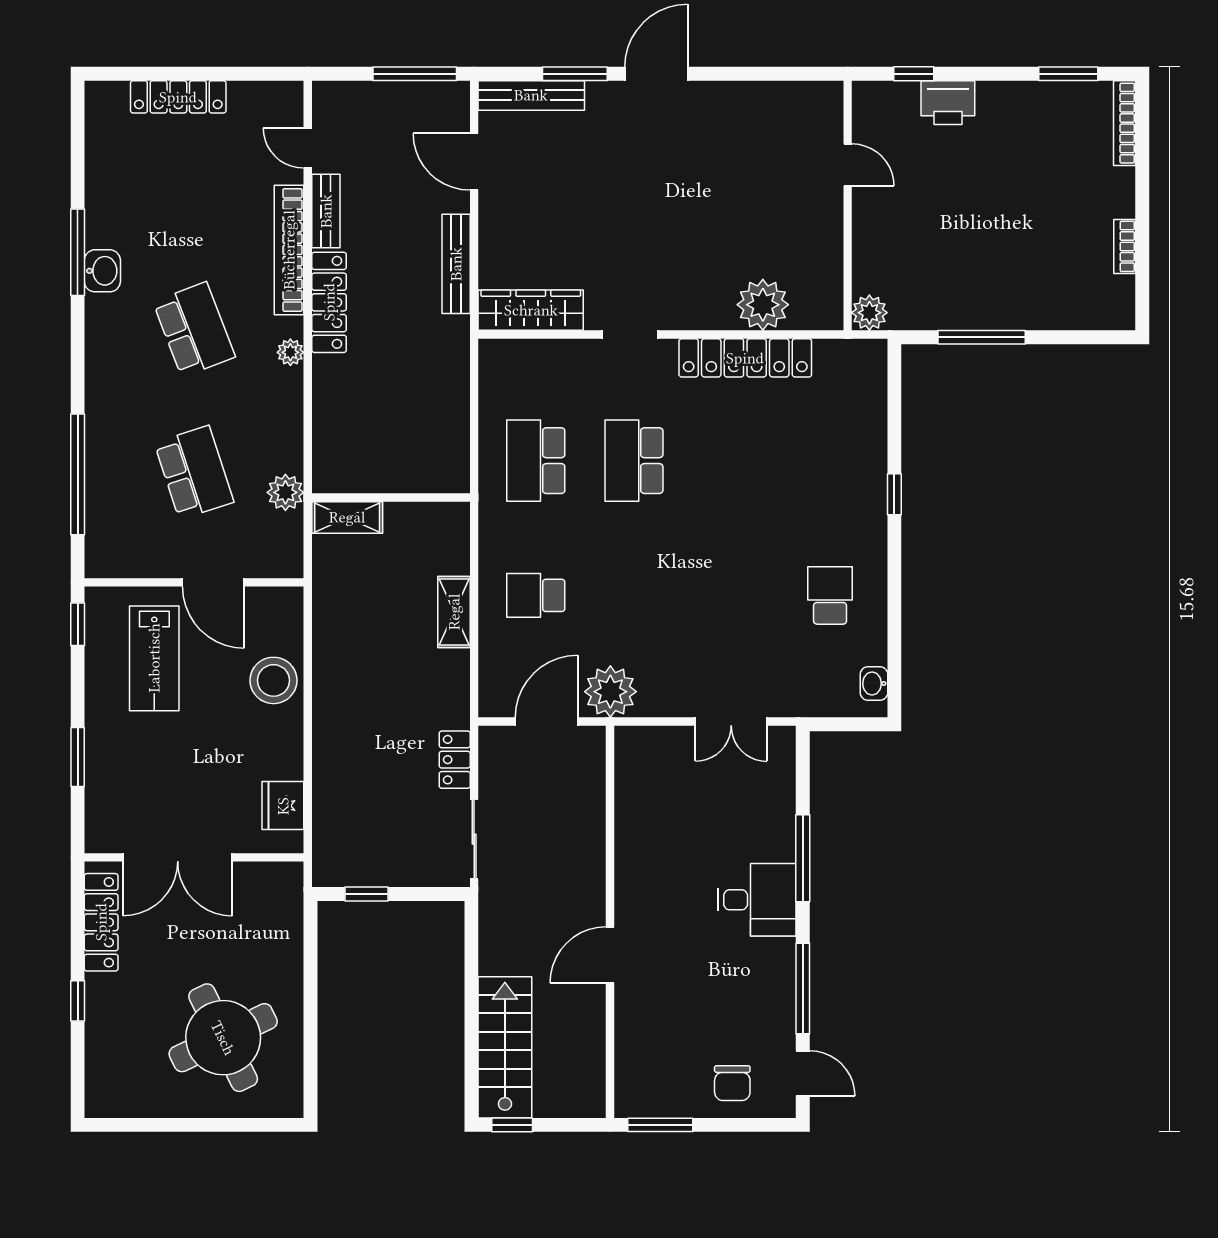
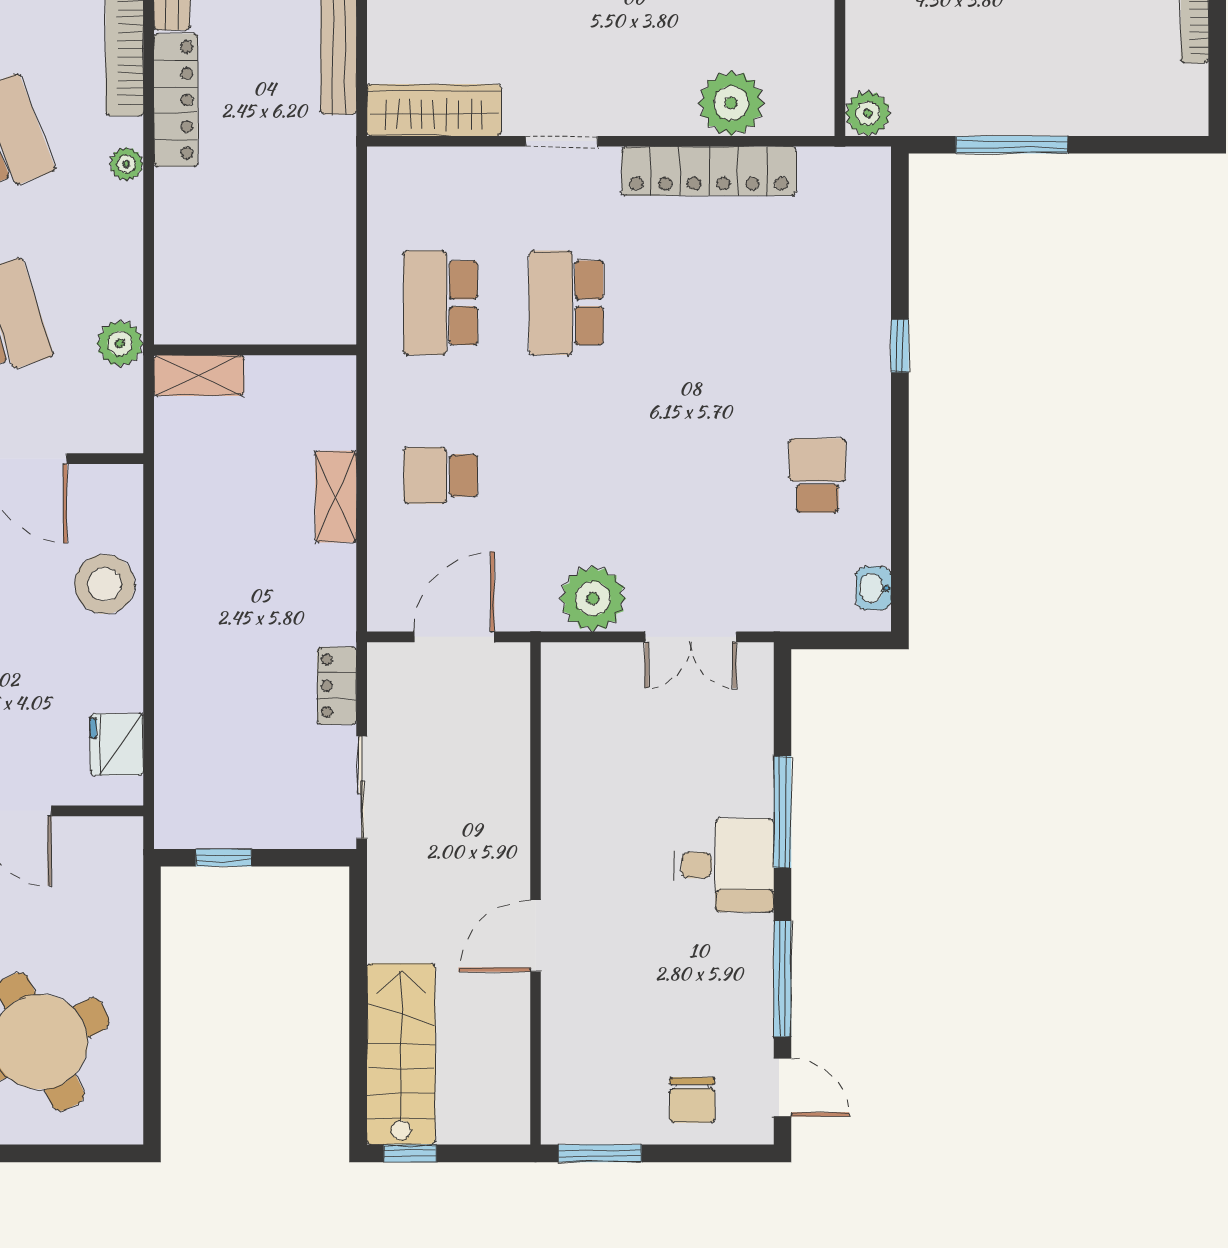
plant: (610, 692) -> (593, 599), moved

